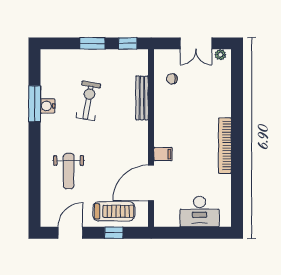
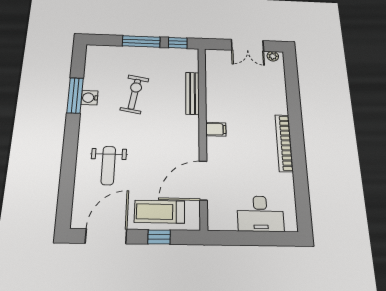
window: (92, 43) -> (141, 41), width x1.44
chair: (172, 79) -> (224, 76), removed
filing cabinet: (163, 154) -> (216, 129), moved
treadmill: (114, 211) -> (160, 212), turned 180
door: (70, 233) -> (106, 236), width x1.36

